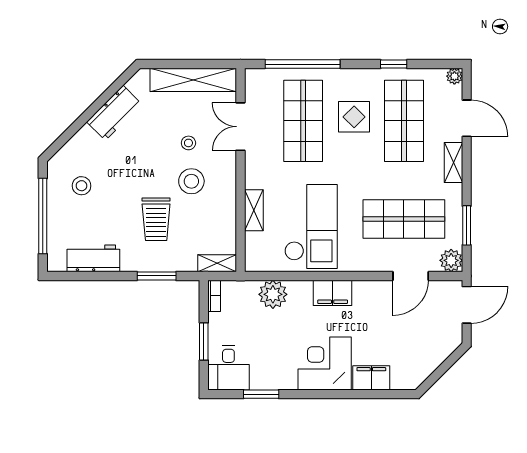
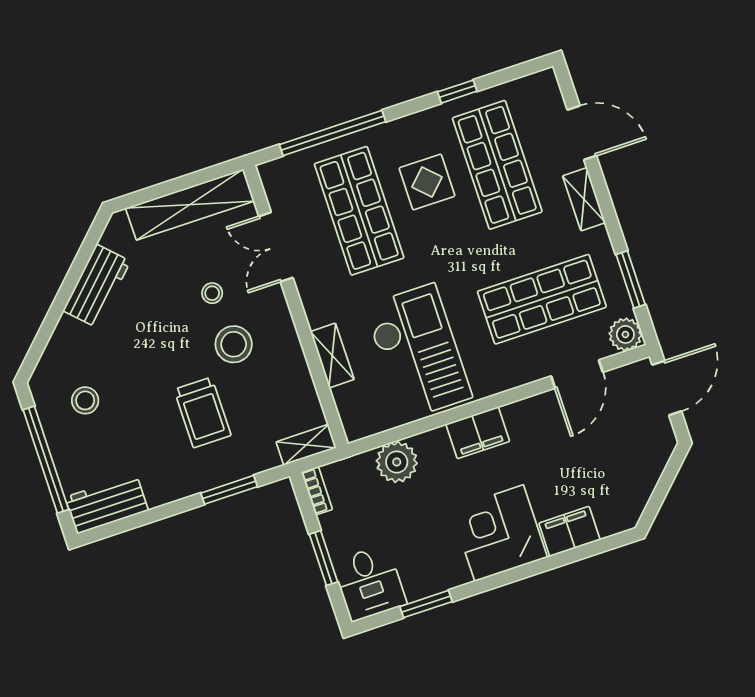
plant: (454, 76) -> (546, 81), removed
workbench: (93, 258) -> (107, 504), moved

